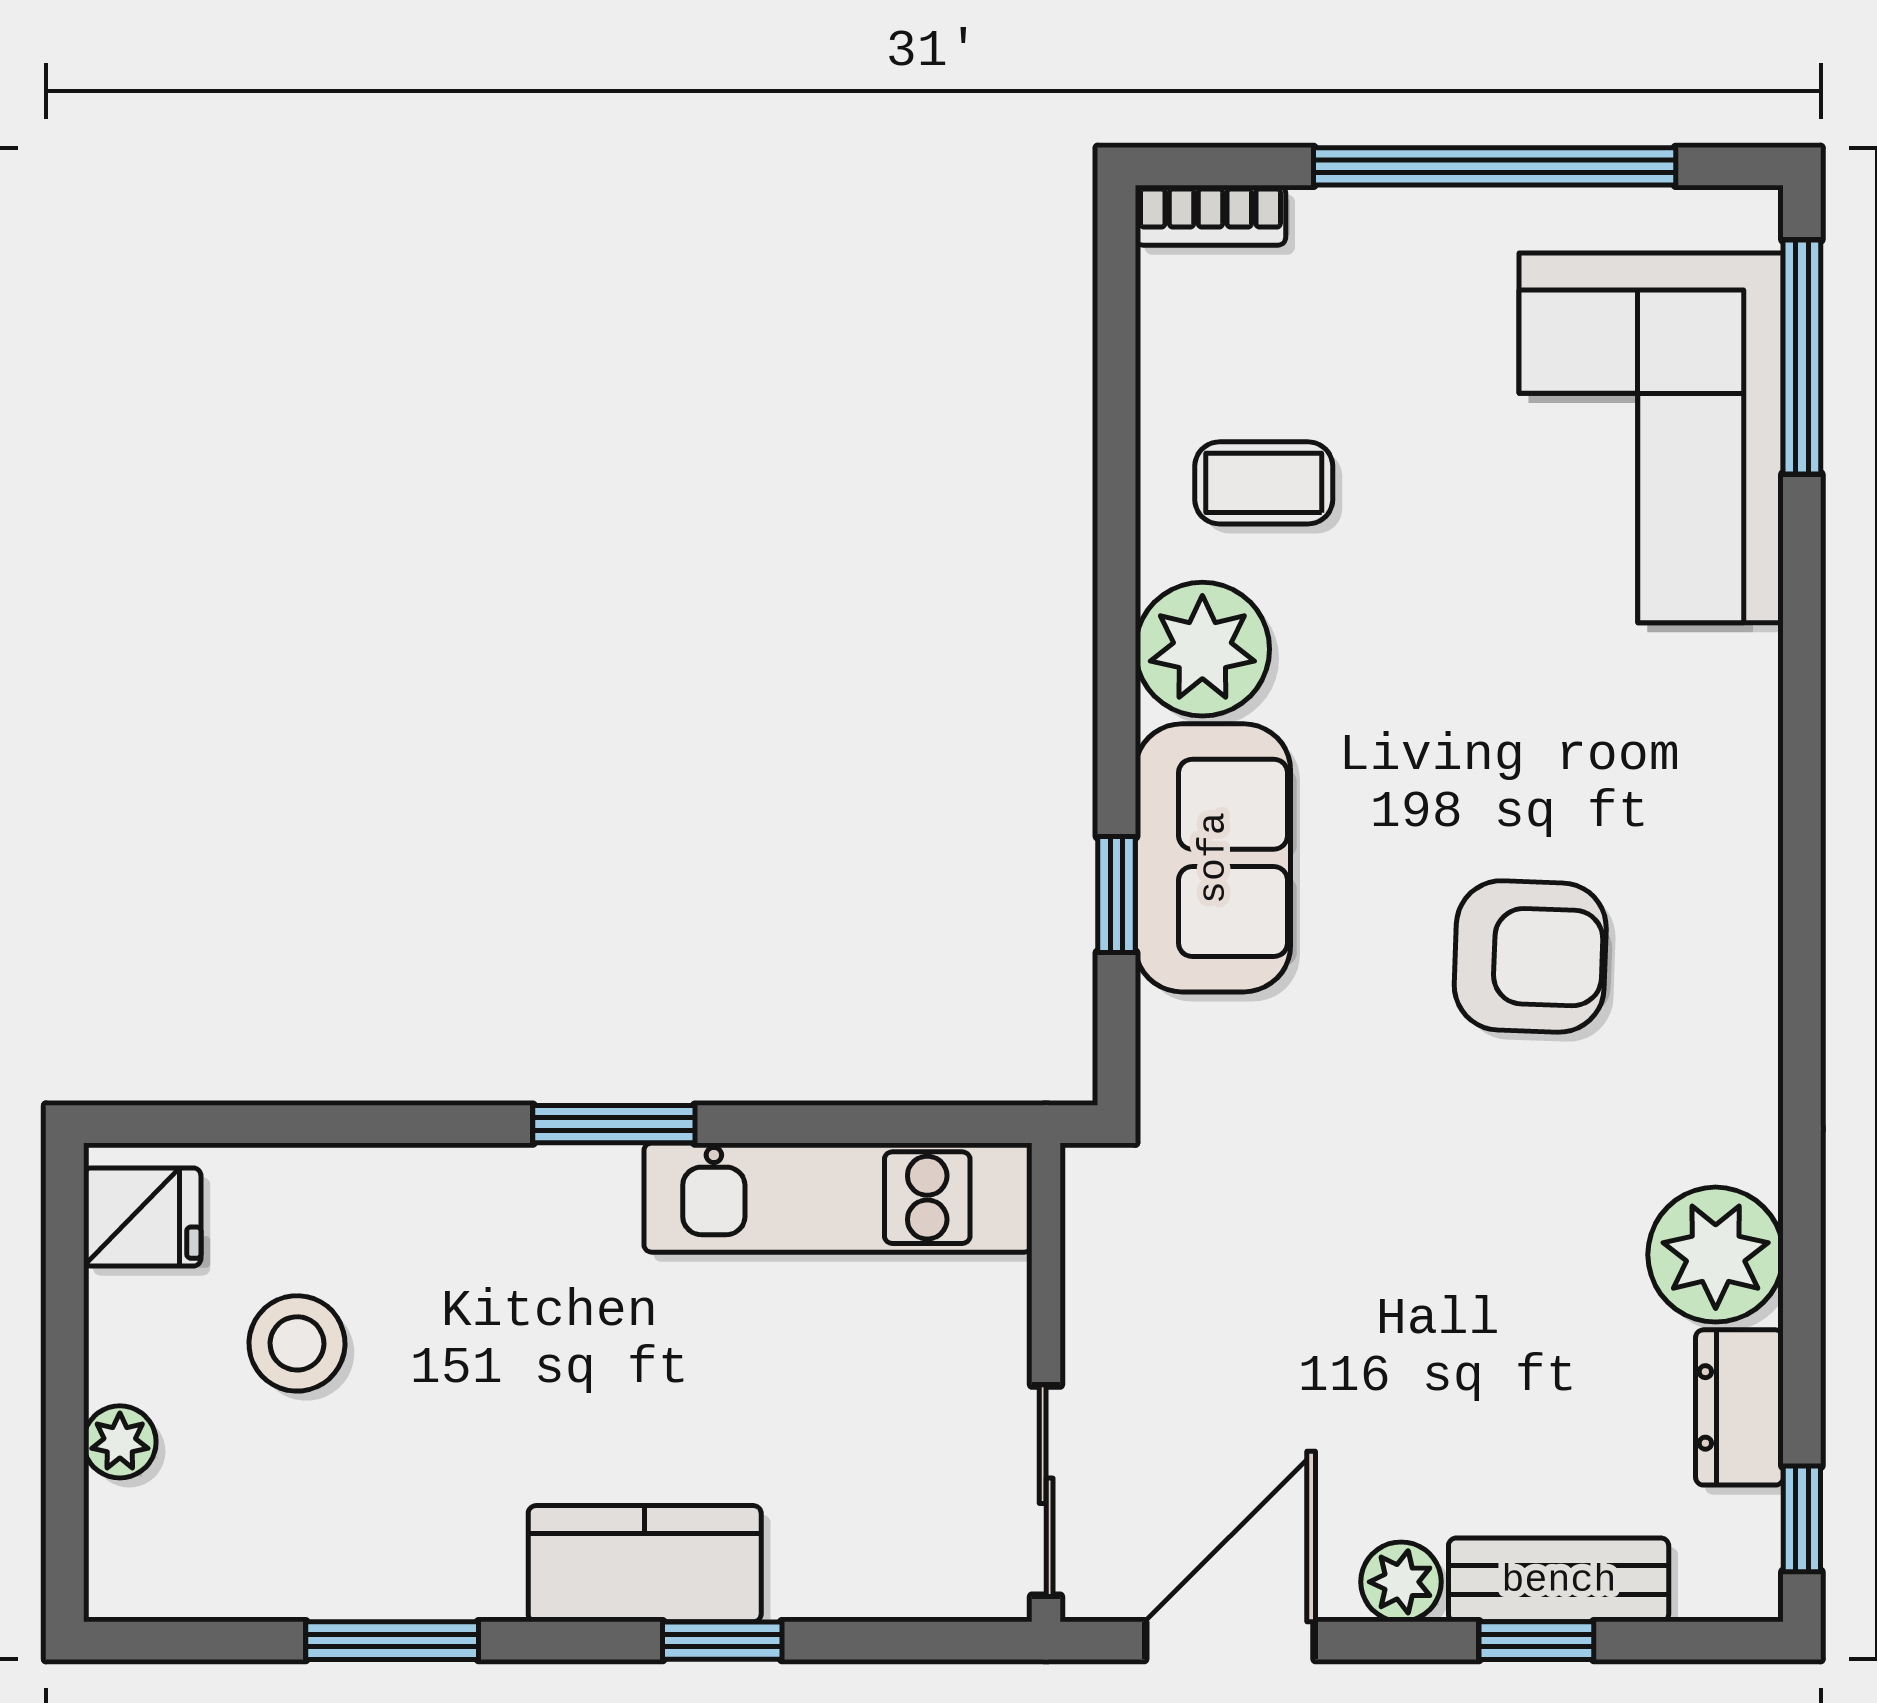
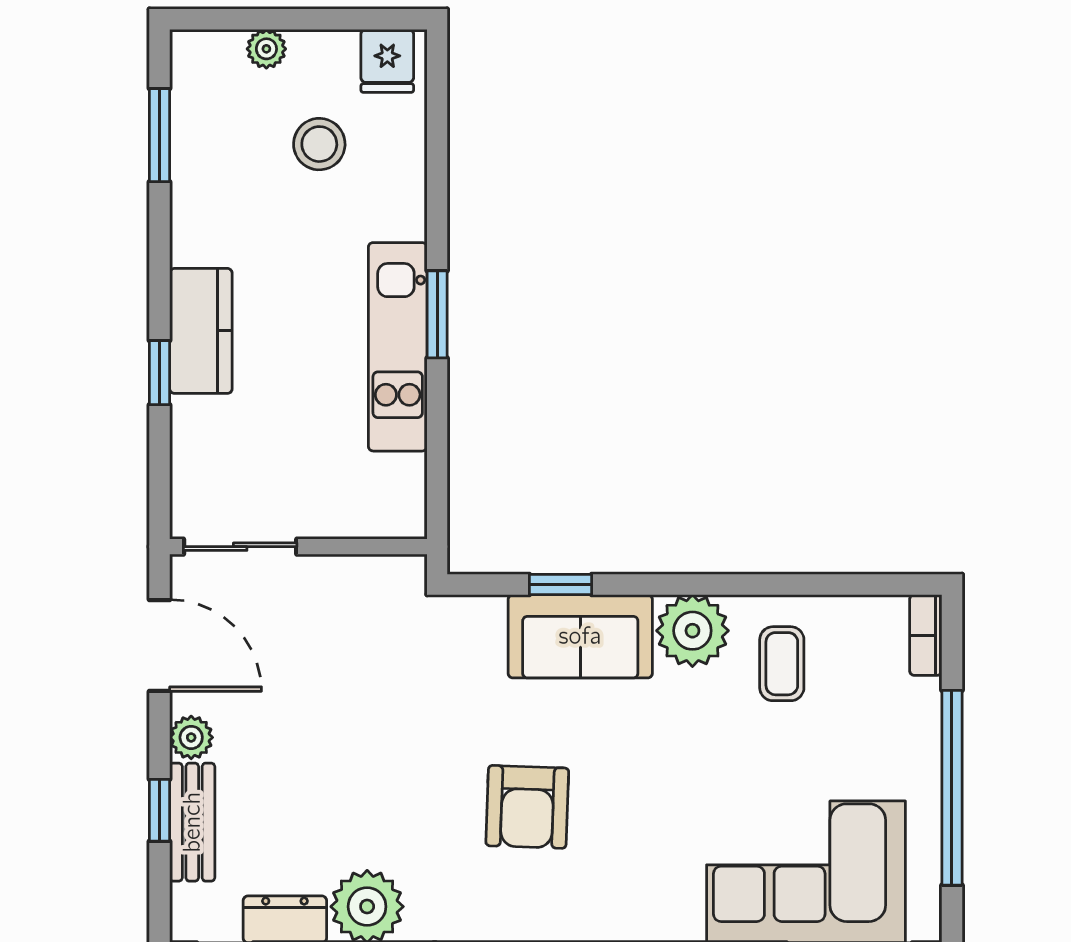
kitchen unit: (838, 1198) -> (398, 347), moved
window: (392, 1641) -> (160, 135), moved

